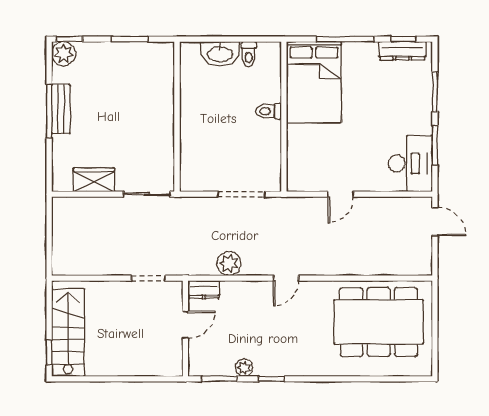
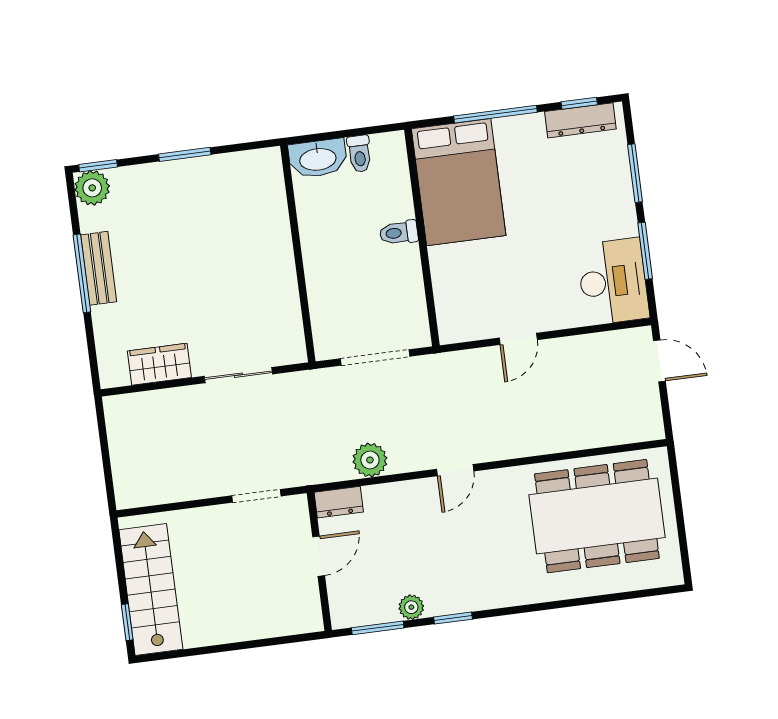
wall: (177, 117) -> (298, 254), moved

